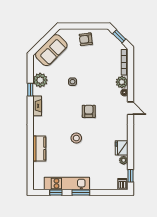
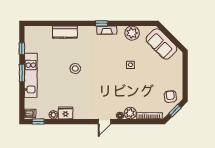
armchair: (86, 39) -> (170, 97), moved
window: (30, 90) -> (101, 23), moved
armchair: (89, 111) -> (101, 81), removed
kitchen unit: (67, 183) -> (31, 75), moved

